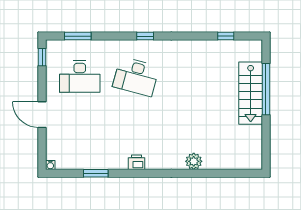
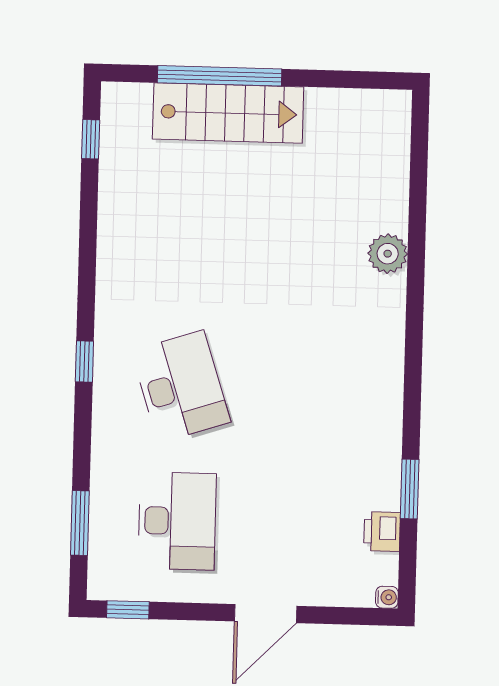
window: (226, 36) -> (91, 139), moved
desk: (136, 77) -> (181, 387), turned -33
printer: (136, 162) -> (382, 532), moved

